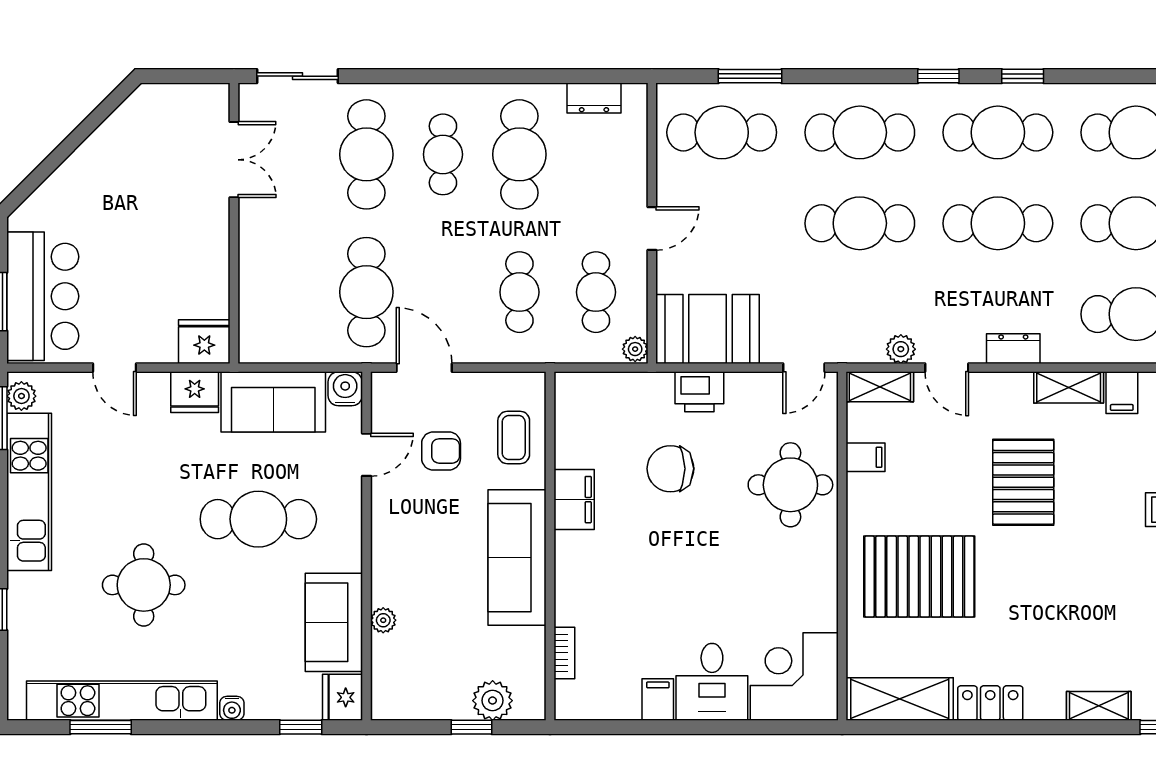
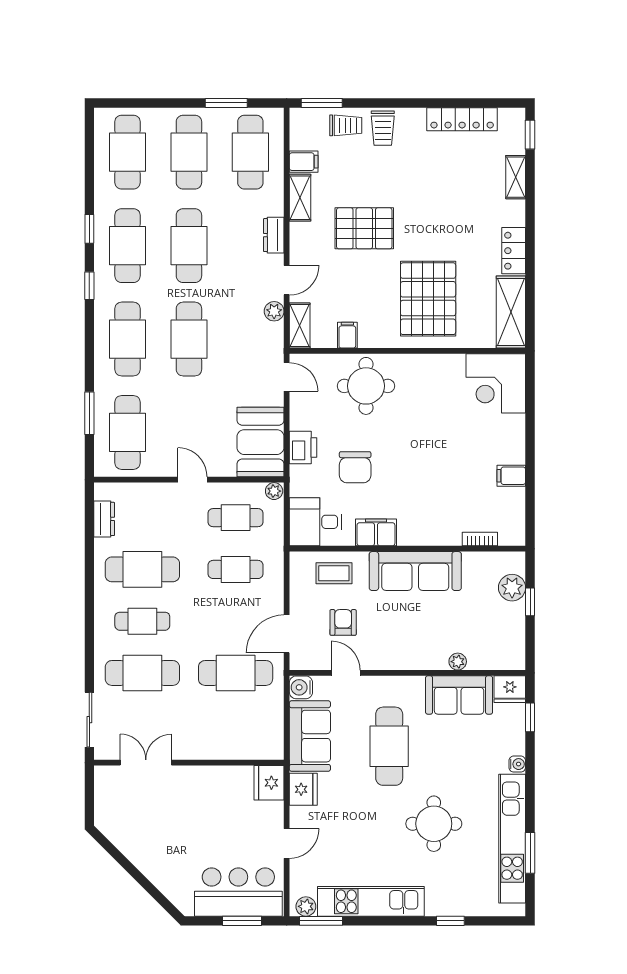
desk: (712, 682) -> (316, 522), moved, turned 180

